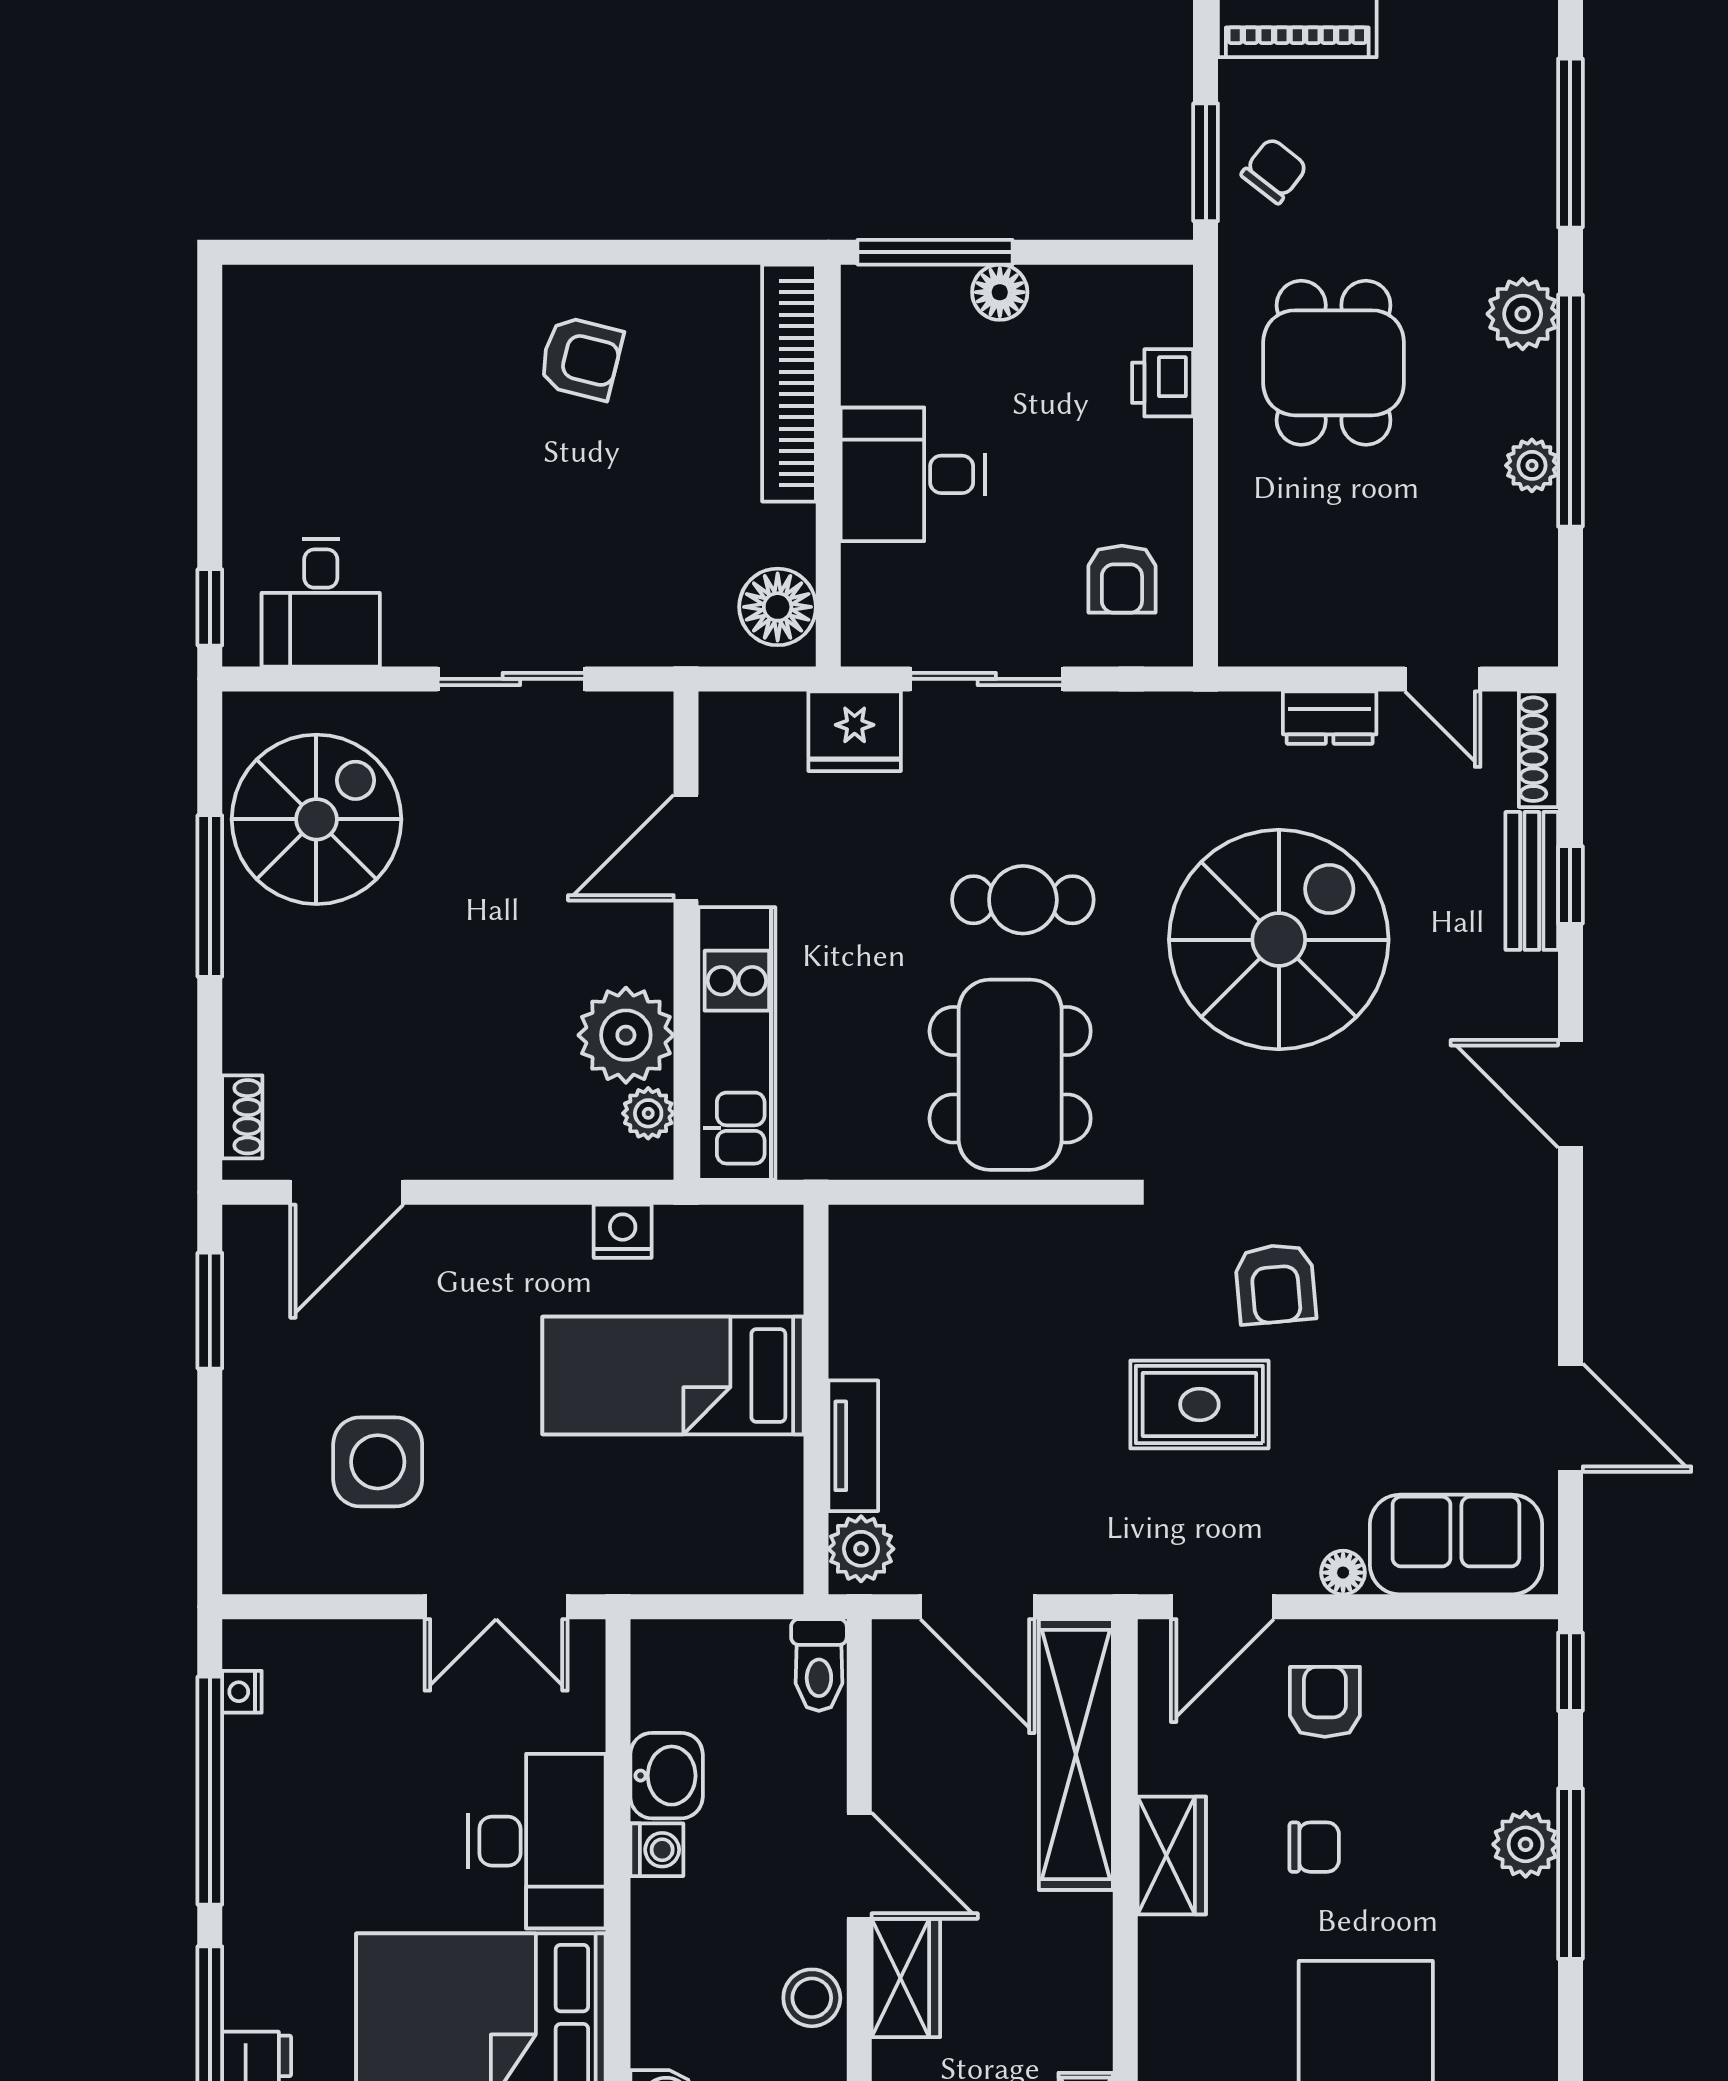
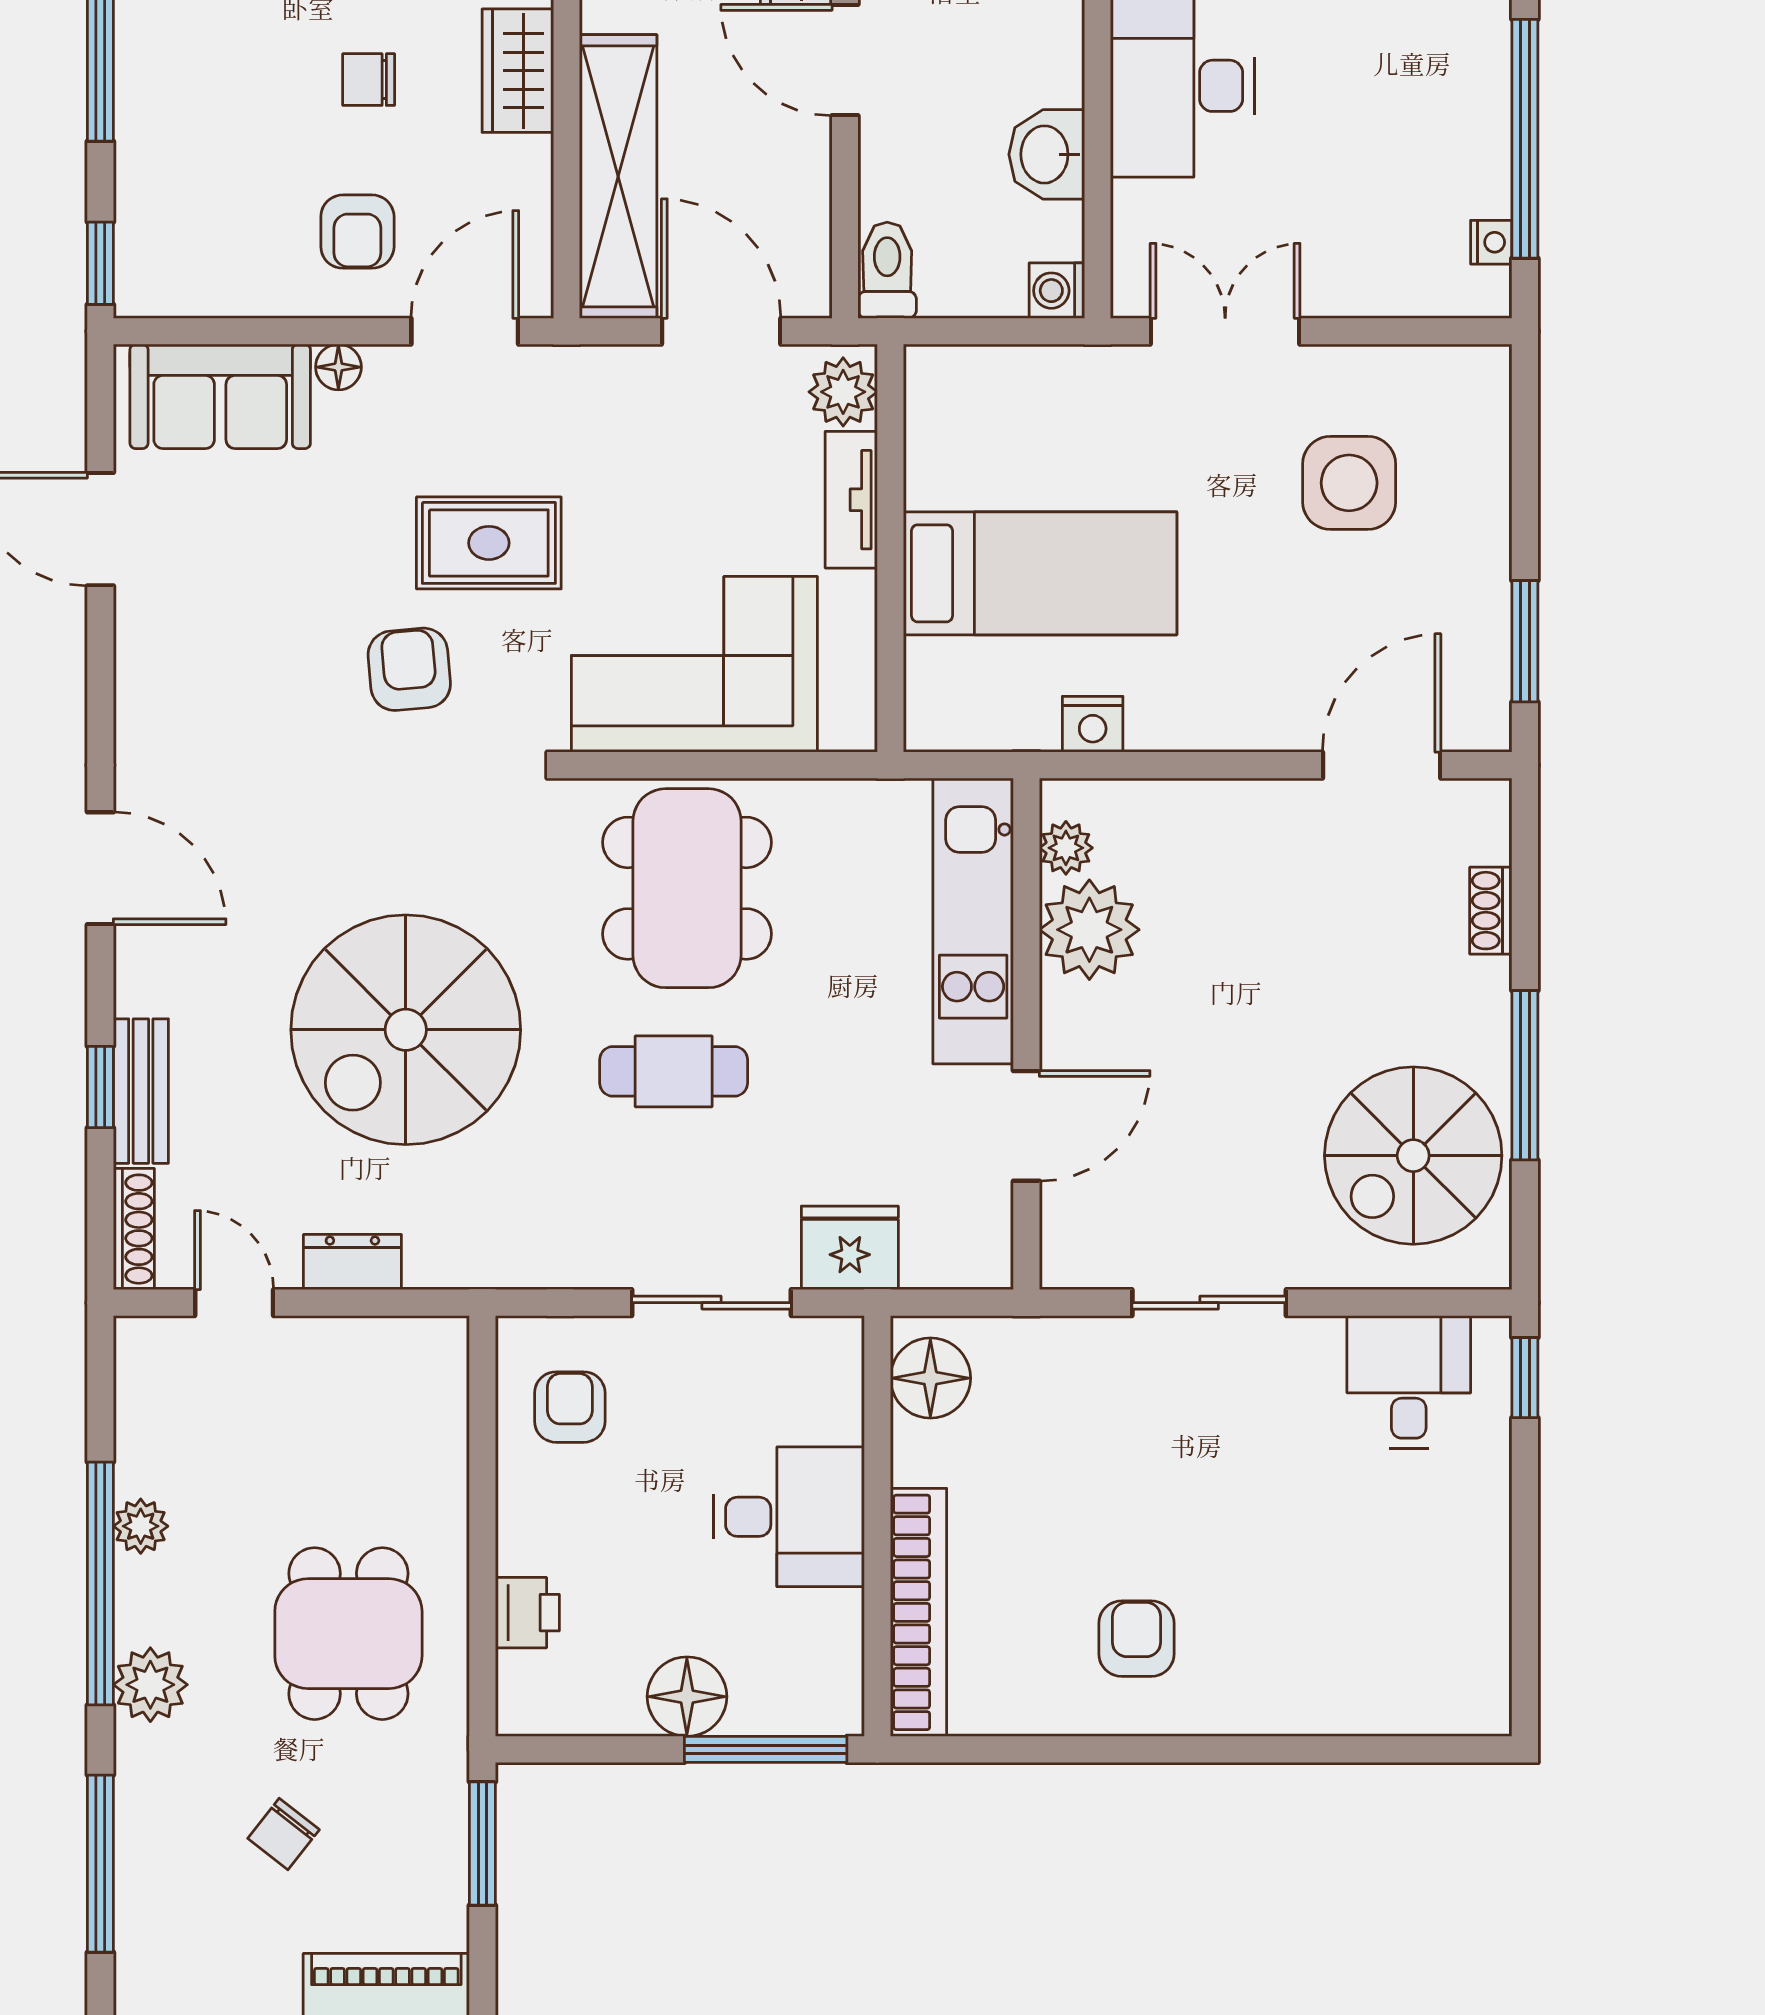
chair: (1274, 171) -> (284, 1834), moved
floor lamp: (1000, 292) -> (687, 1697), width x1.38, depth x1.38
armchair: (581, 358) -> (1136, 1639), turned 76
shoe rack: (242, 1117) -> (1491, 911), moved
corner sofa: (1003, 1289) -> (694, 664), added
plant: (1526, 1844) -> (147, 82), removed
washing machine: (657, 1850) -> (1057, 291), moved

